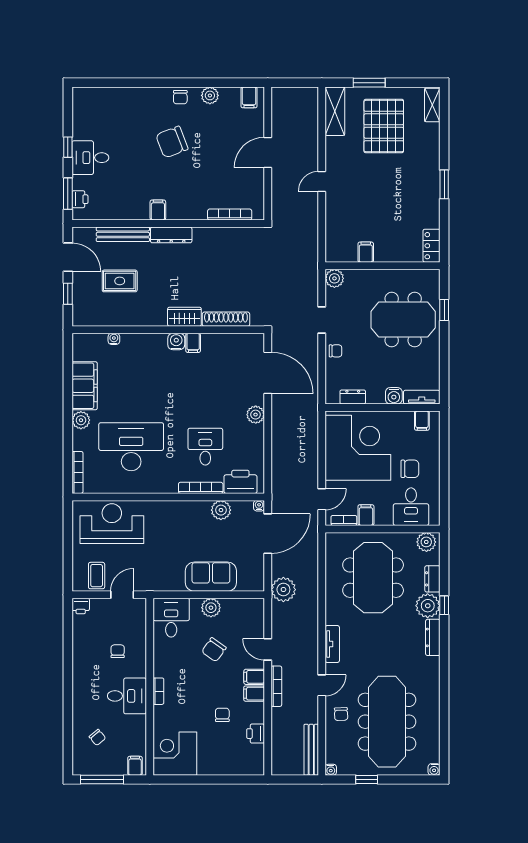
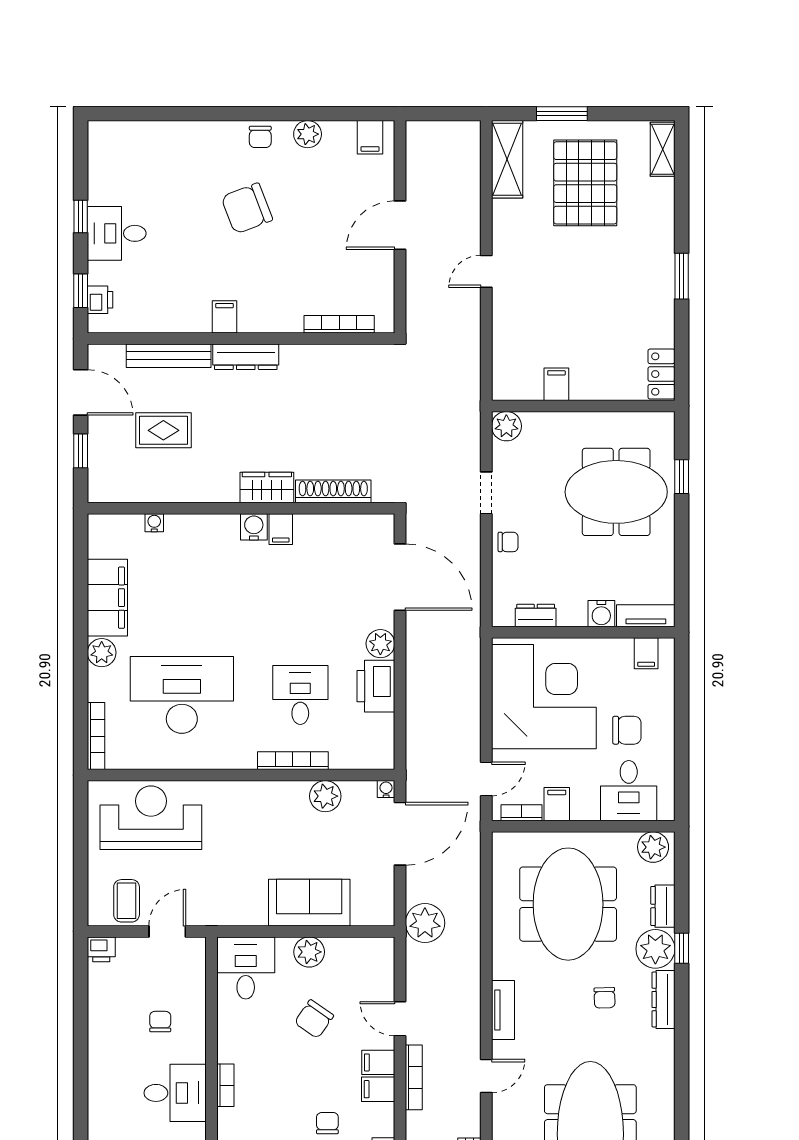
window: (68, 194) -> (81, 291), width x0.67
printer: (240, 482) -> (376, 686), moved, turned -90
chair: (341, 714) -> (605, 998), moved

